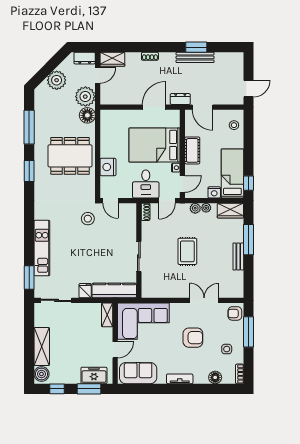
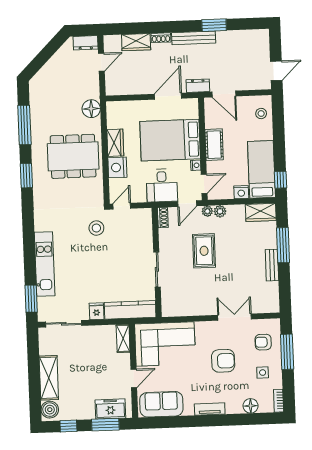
bench: (195, 57) -> (194, 38), moved
wardrobe: (112, 59) -> (136, 42), moved
plant: (57, 80) -> (54, 69), removed
plant: (85, 97) -> (88, 87), removed
wardrobe: (107, 146) -> (115, 143), added
door: (110, 201) -> (122, 206), swing flipped
plant: (206, 208) -> (207, 211), moved
rug: (187, 251) -> (204, 251), moved
armchair: (235, 313) -> (263, 342), moved

